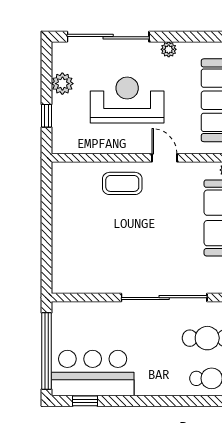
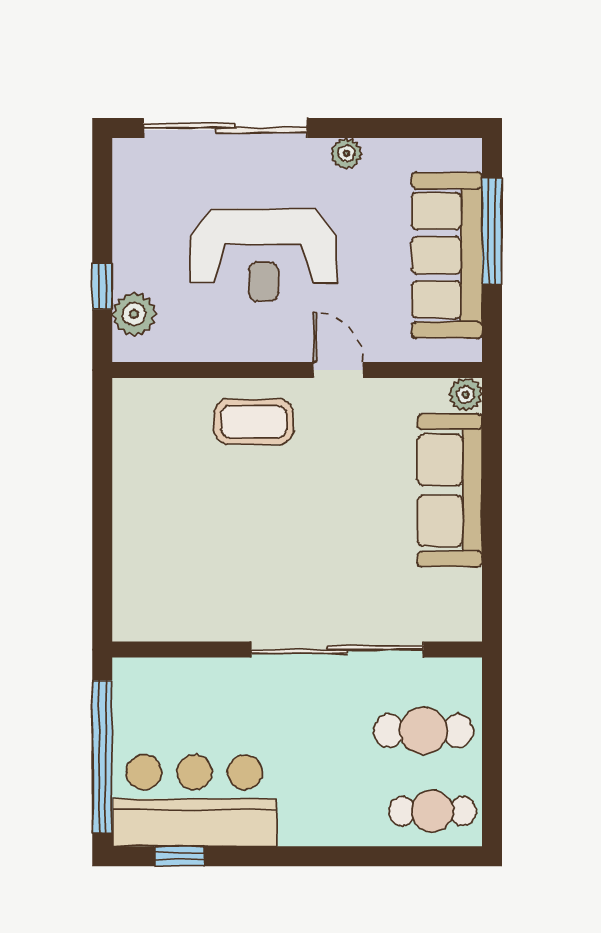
plant: (62, 84) -> (134, 314), moved
reception desk: (127, 100) -> (263, 255), turned 180

